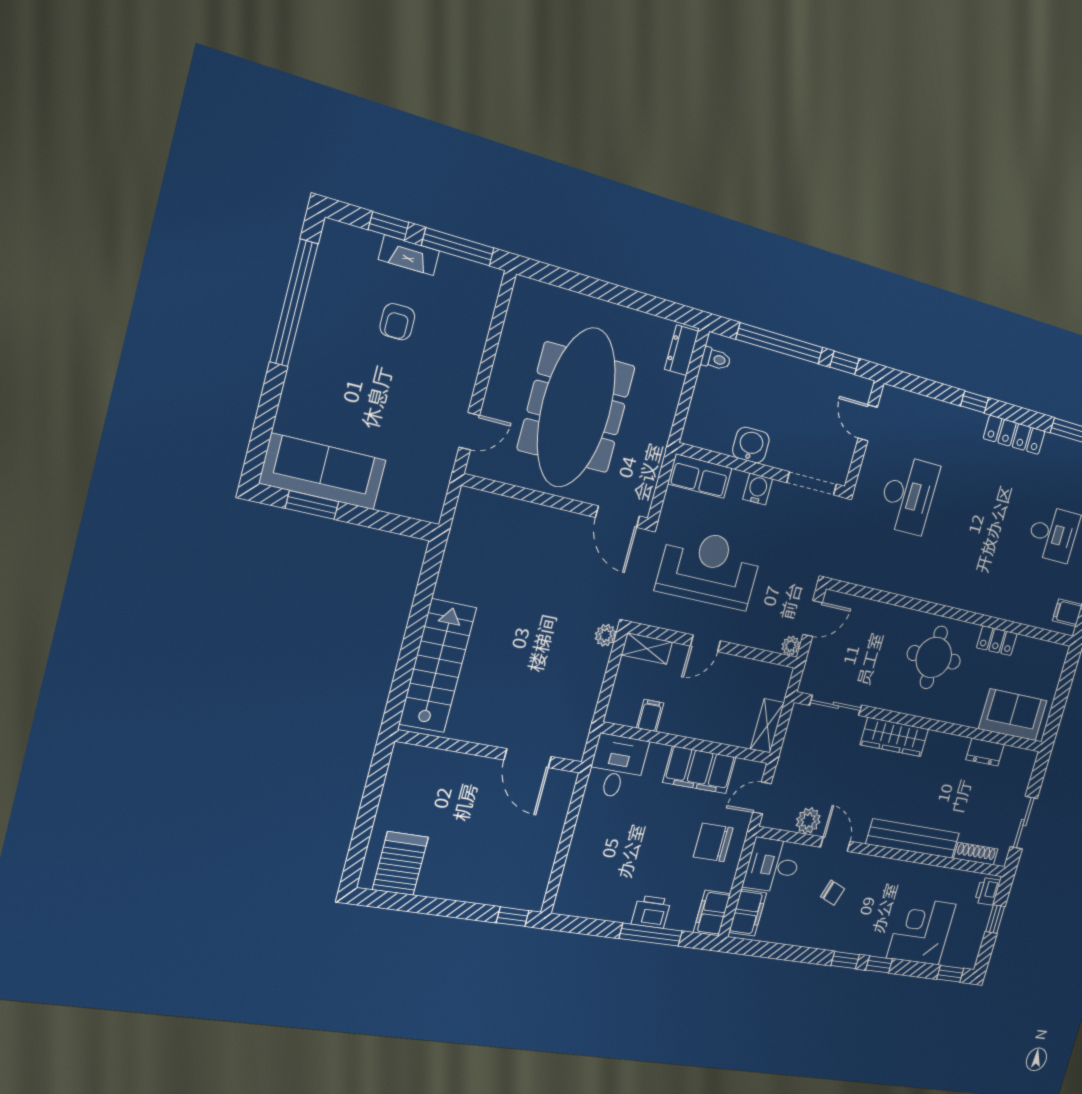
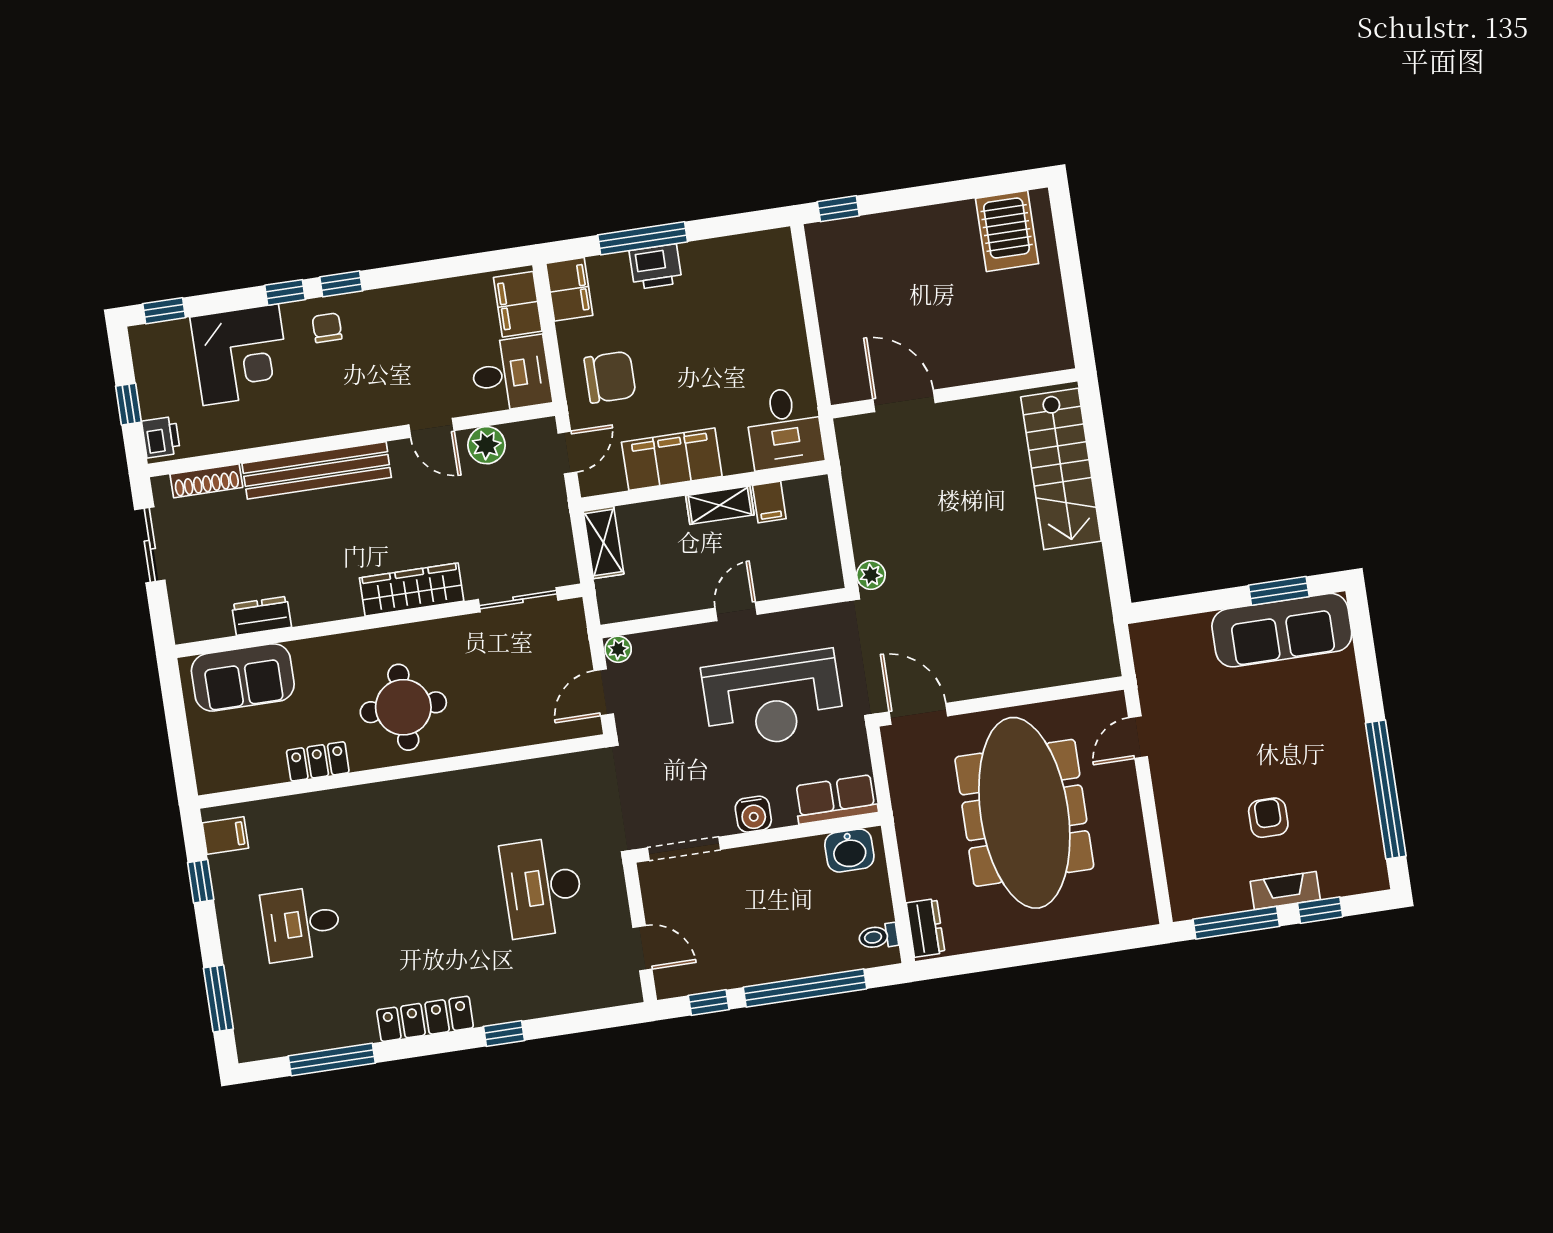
washbasin: (751, 445) -> (849, 851), moved
shelving: (647, 649) -> (720, 505), moved
chair: (832, 893) -> (327, 328), moved, turned 70

